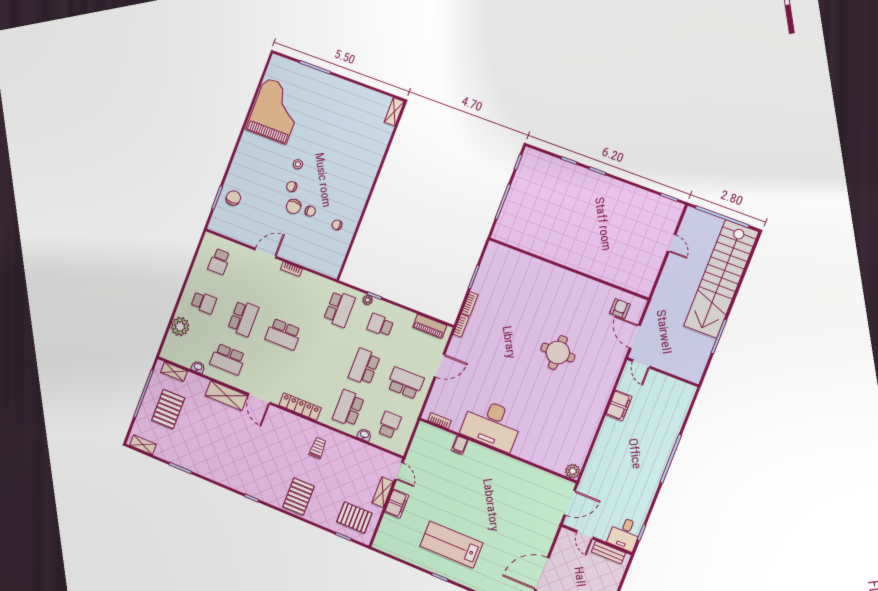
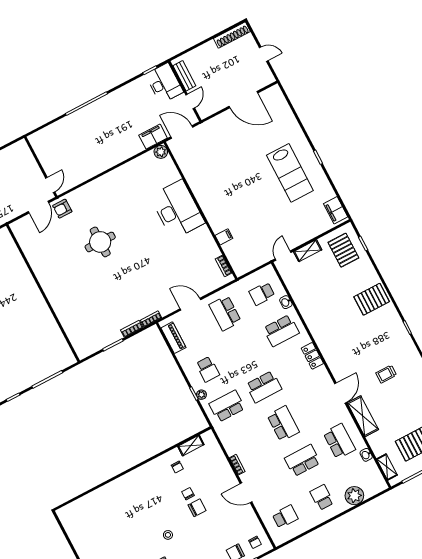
shelving: (394, 112) -> (191, 446), moved
chair: (292, 187) -> (255, 542), moved
armchair: (620, 309) -> (62, 209), moved
school desk: (364, 367) -> (264, 387), moved
filing cabinet: (619, 405) -> (153, 137), moved
locker: (300, 407) -> (312, 356), width x0.66
desk: (492, 424) -> (177, 209), moved
trolley: (318, 448) -> (386, 374), moved
filing cabinet: (397, 504) -> (336, 210), moved, turned -90
desk: (625, 534) -> (164, 83), width x1.37

